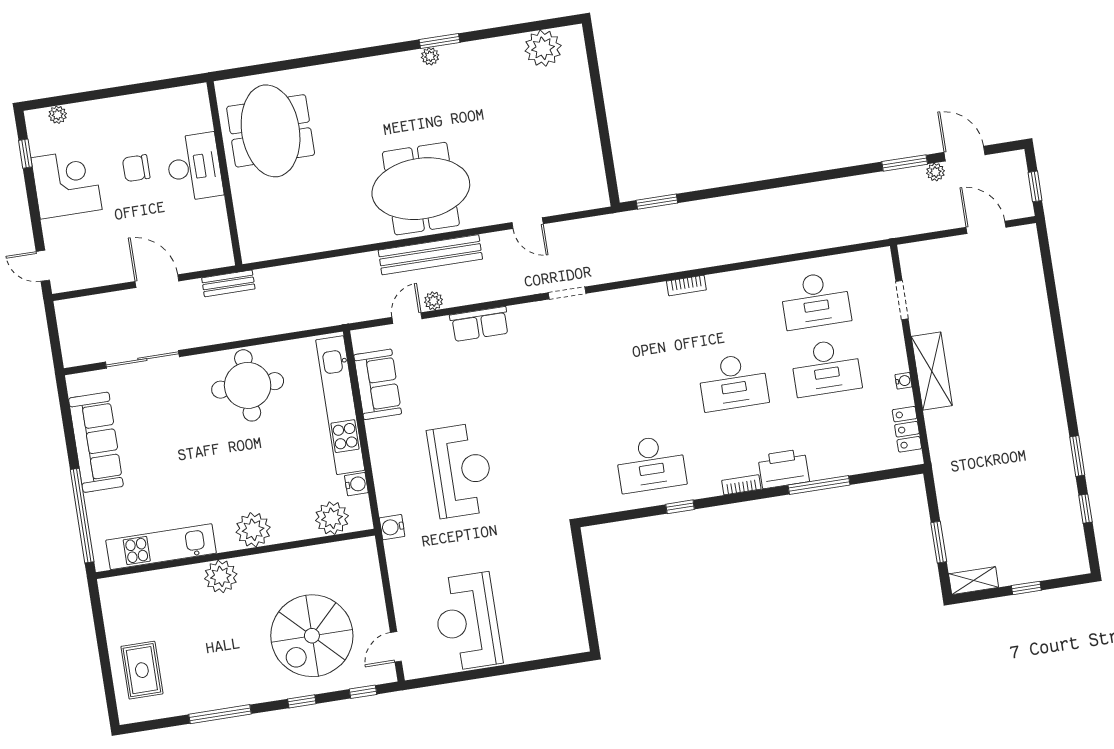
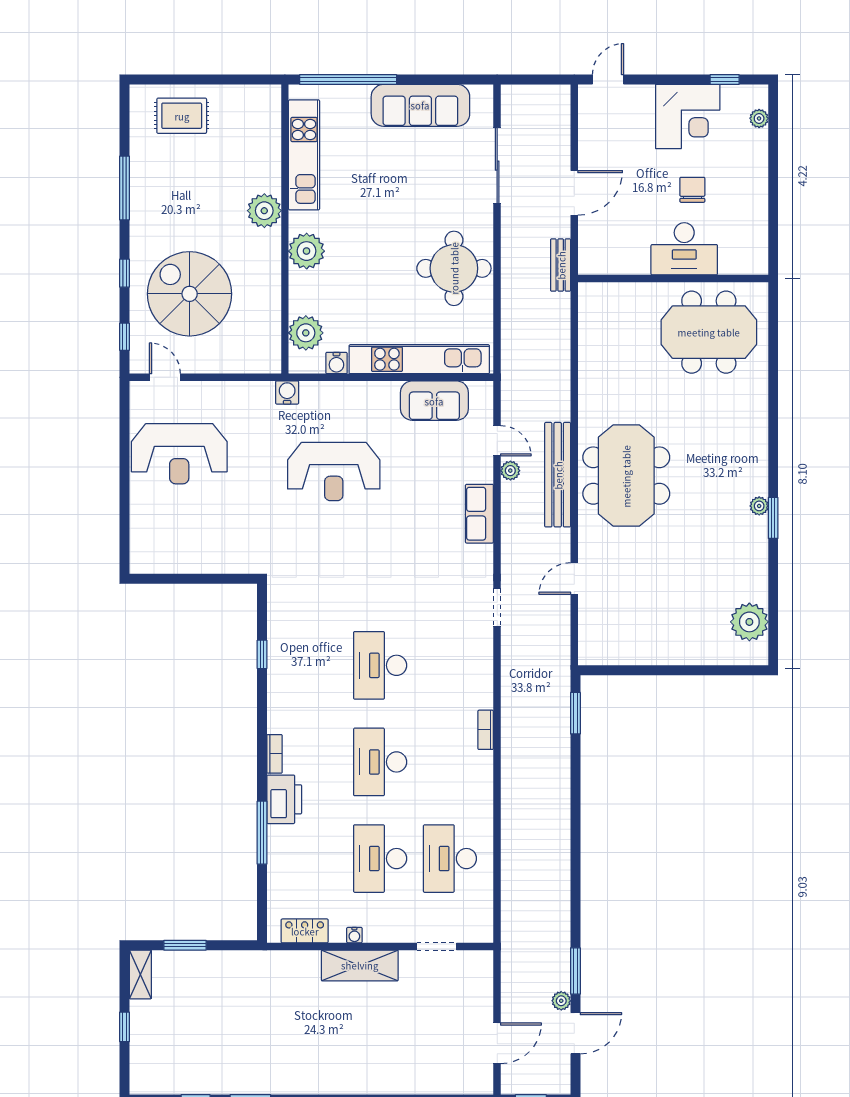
desk: (651, 464) -> (380, 665), moved
window: (680, 507) -> (262, 654), moved
reception desk: (467, 622) -> (179, 454), turned 180

